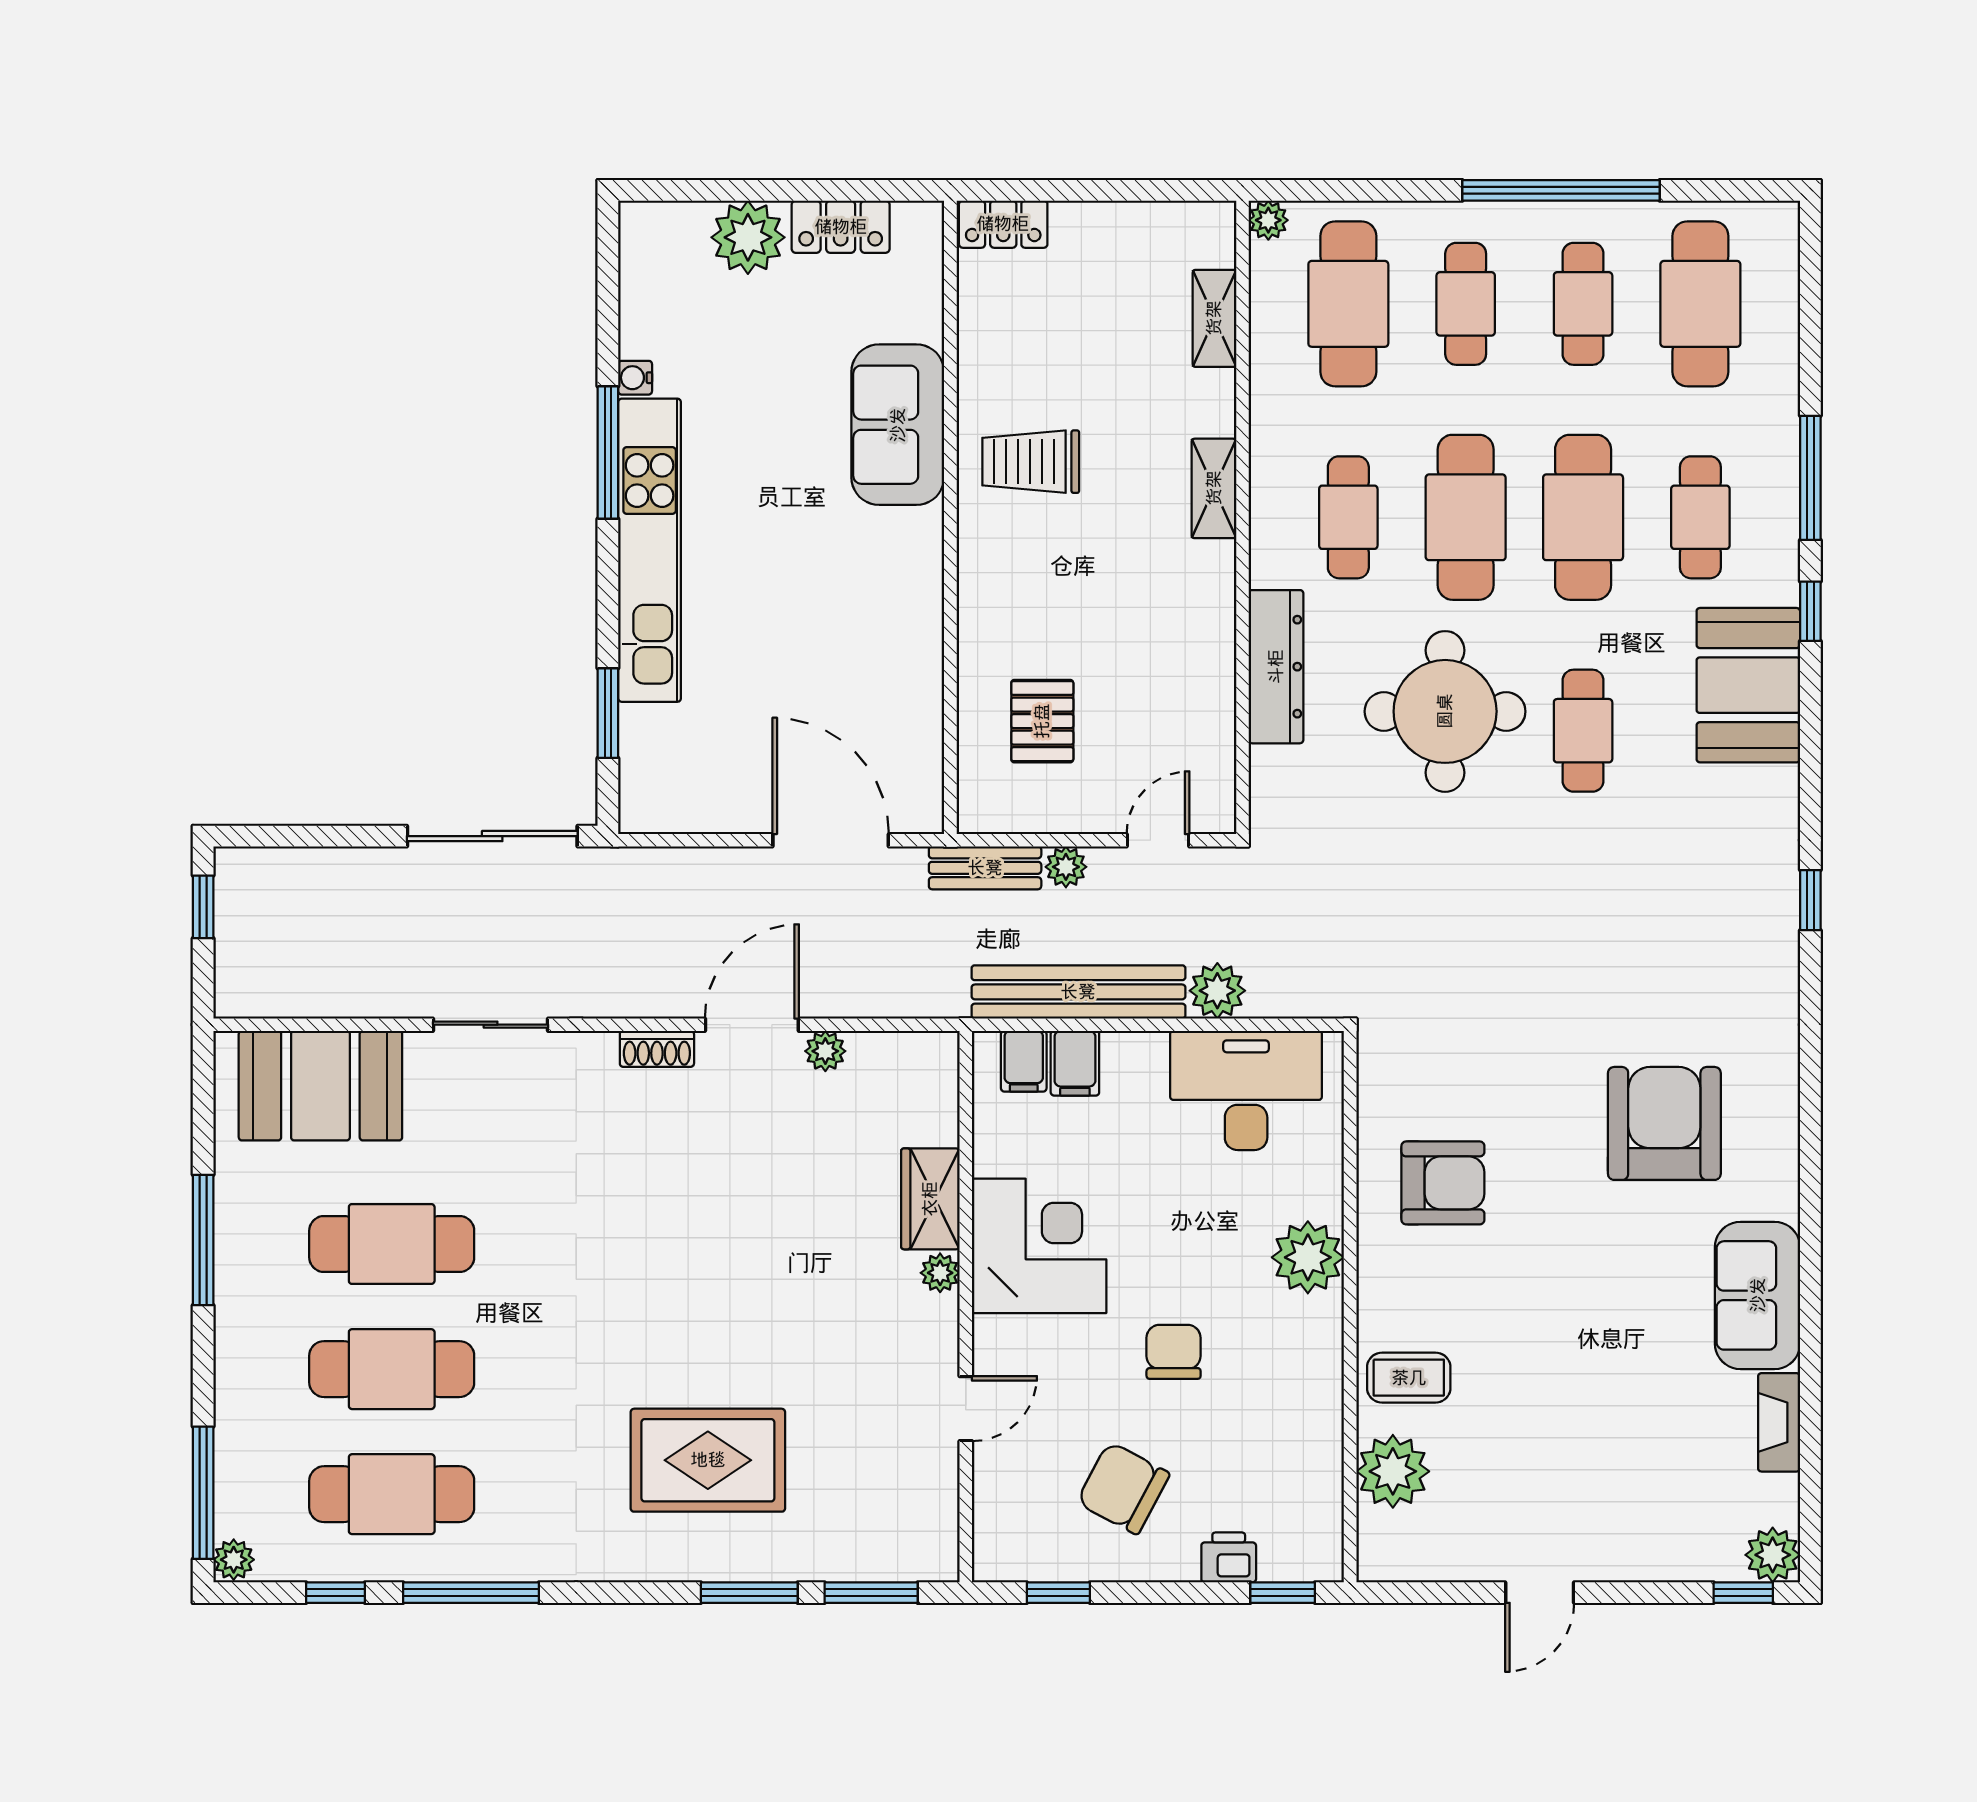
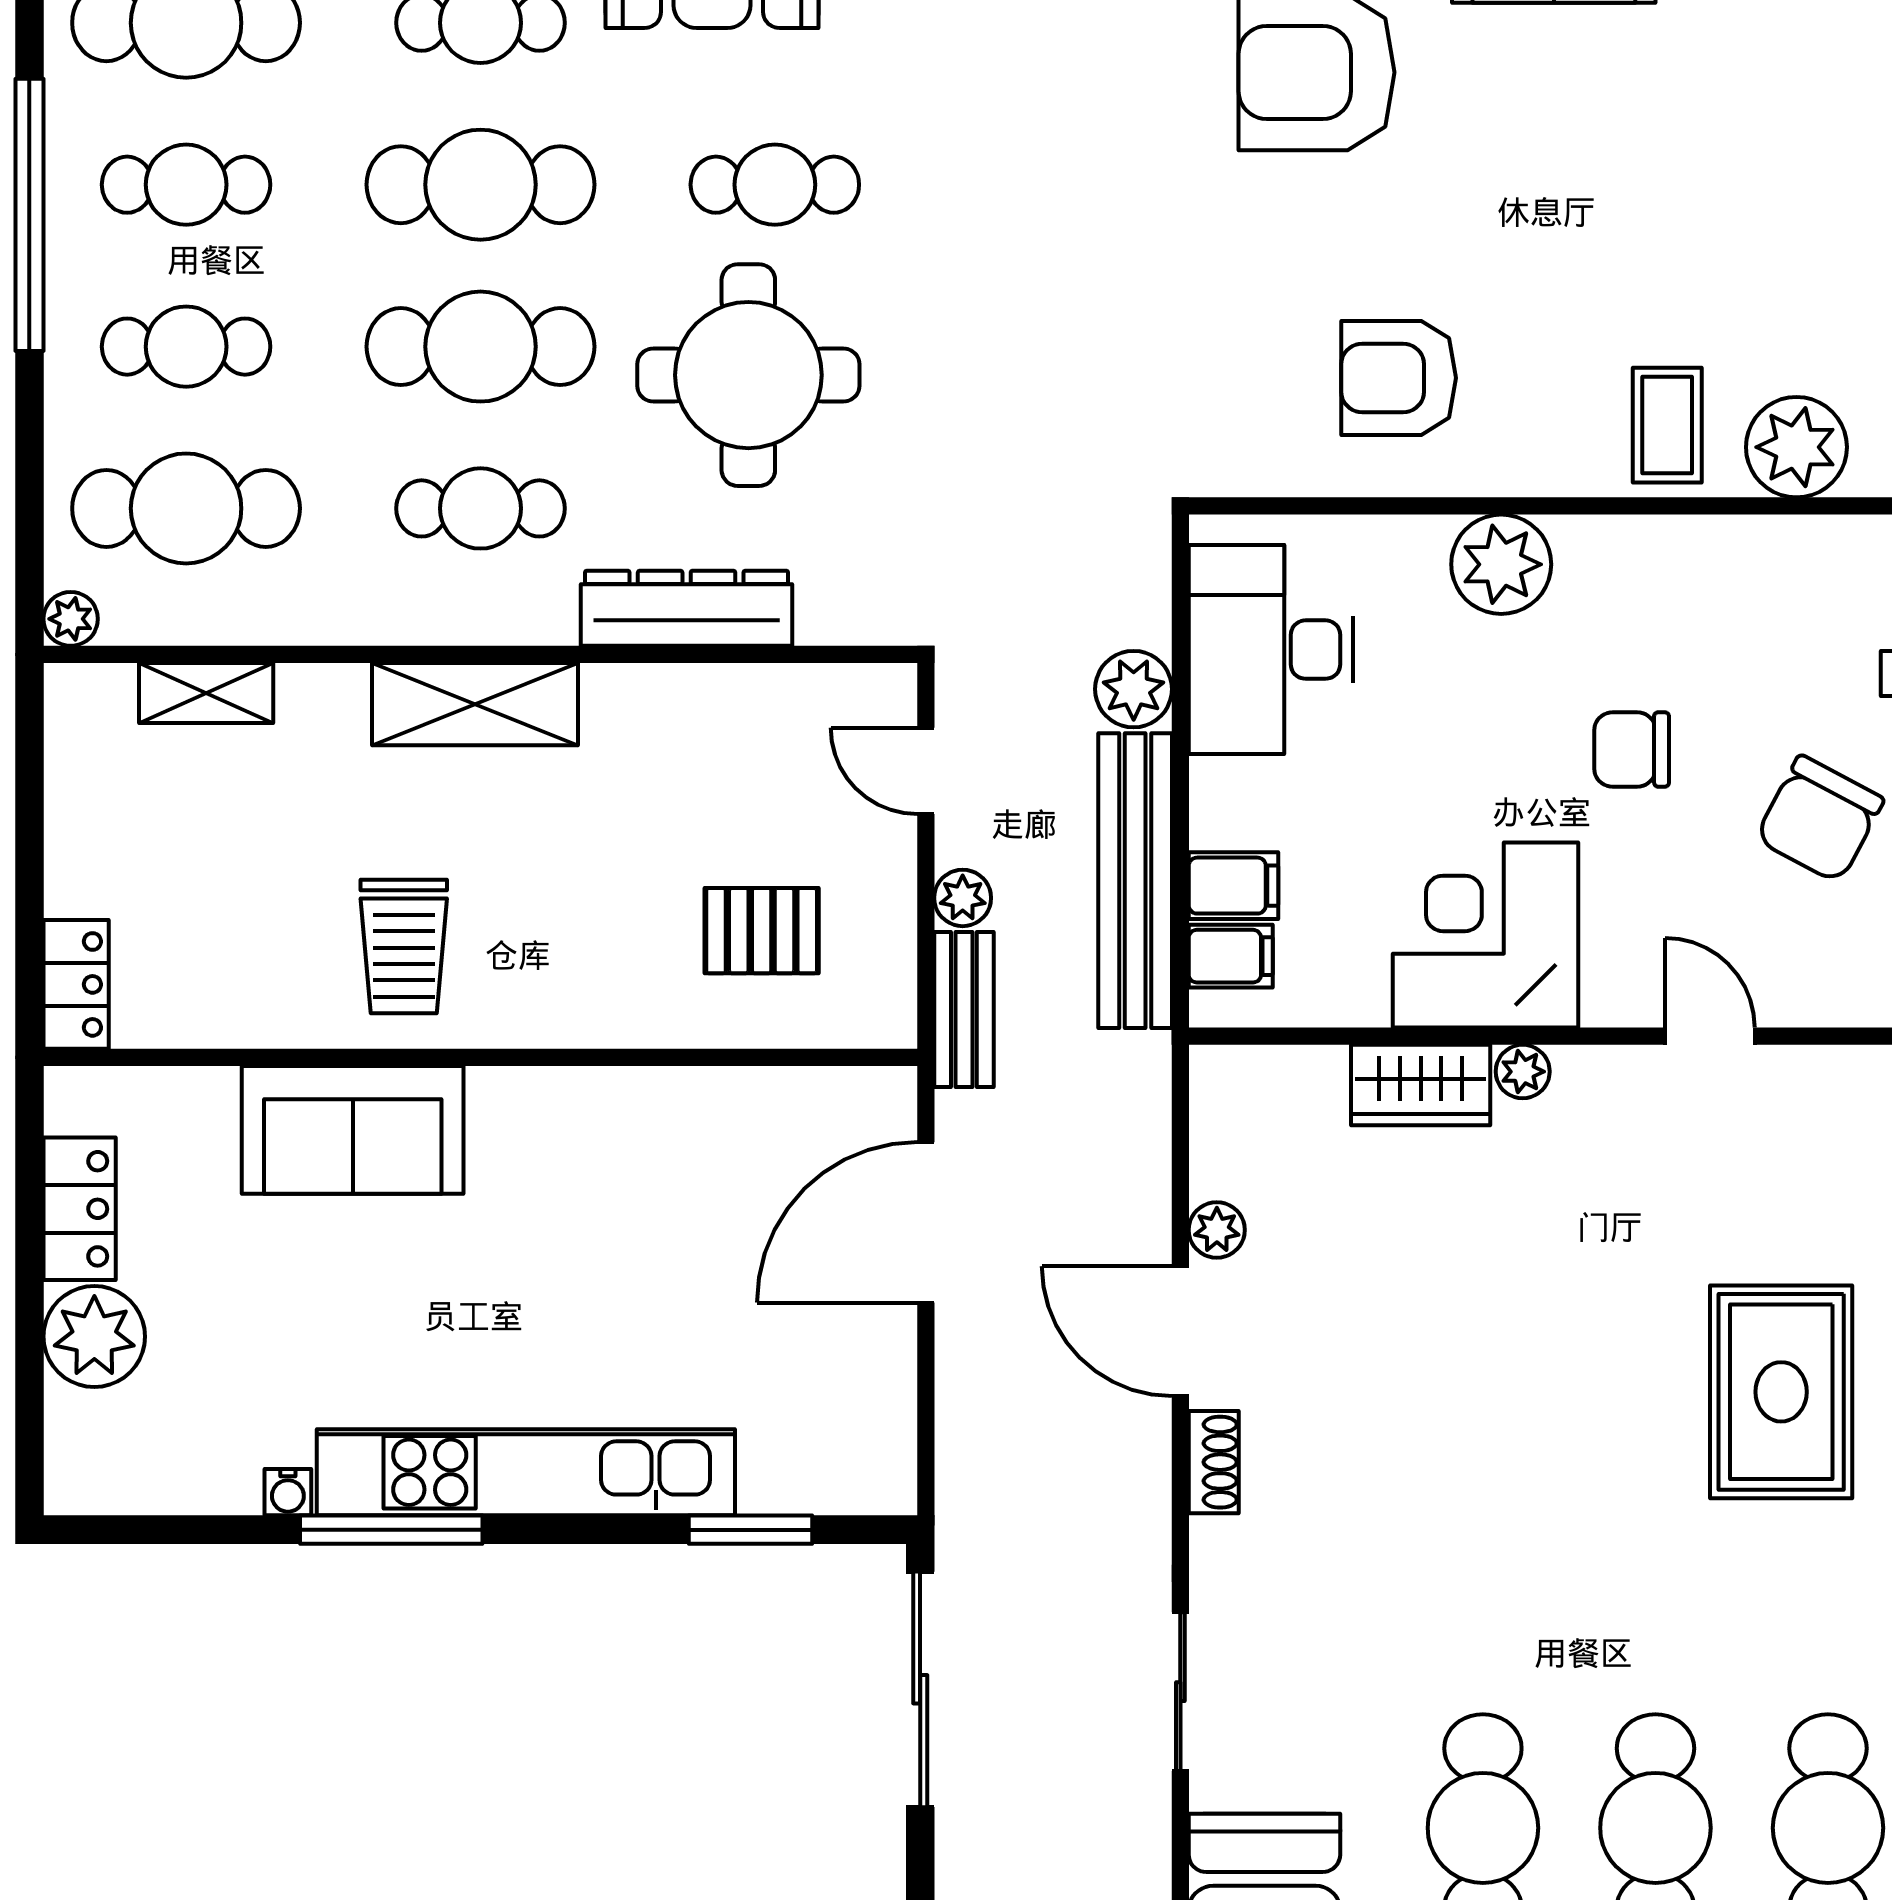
shelving: (1214, 488) -> (475, 704), width x1.50, depth x1.33
armchair: (1443, 1183) -> (1399, 378), turned -90

